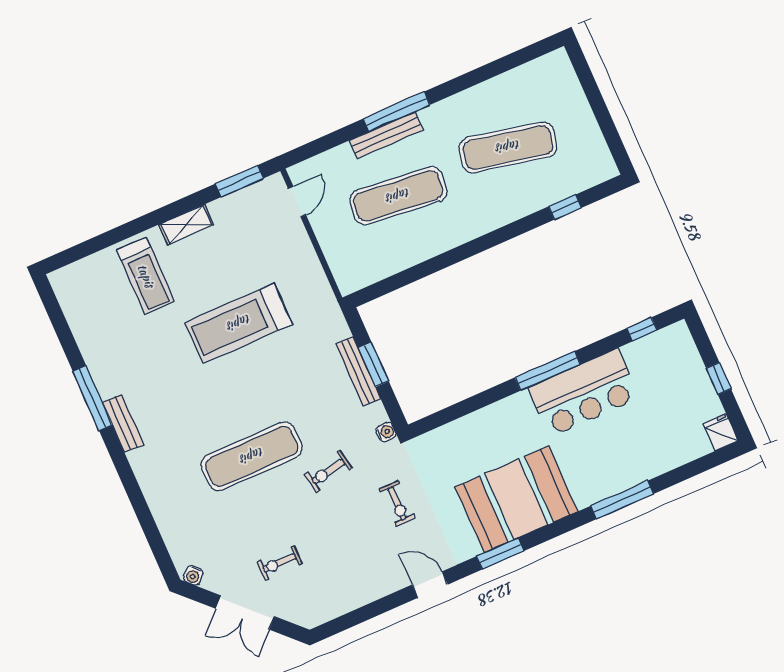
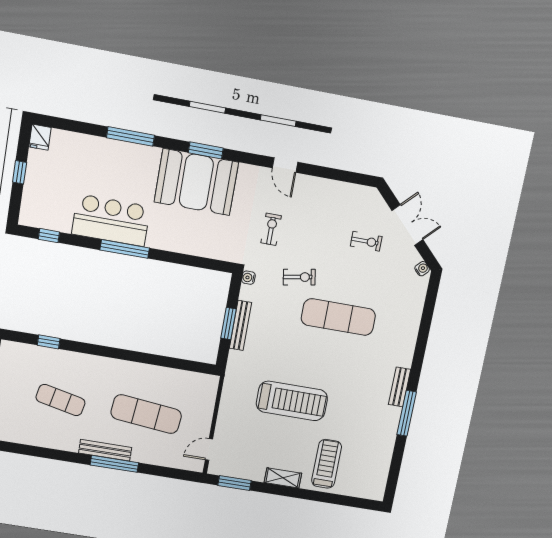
bench: (386, 135) -> (105, 450), moved
exercise mat: (508, 147) -> (61, 400), width x0.73, depth x0.69
window: (500, 554) -> (206, 150), moved

